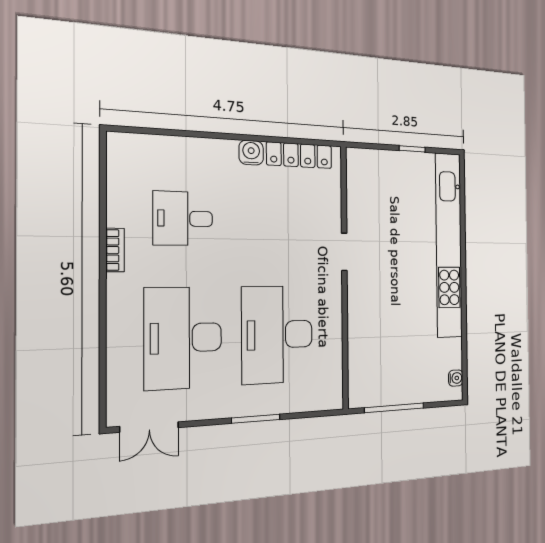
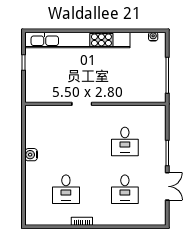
locker: (299, 155) -> (31, 129), removed
desk: (277, 335) -> (125, 141), width x0.53, depth x0.77
desk: (183, 338) -> (125, 189), width x0.53, depth x0.77
double door: (149, 427) -> (167, 186), moved

